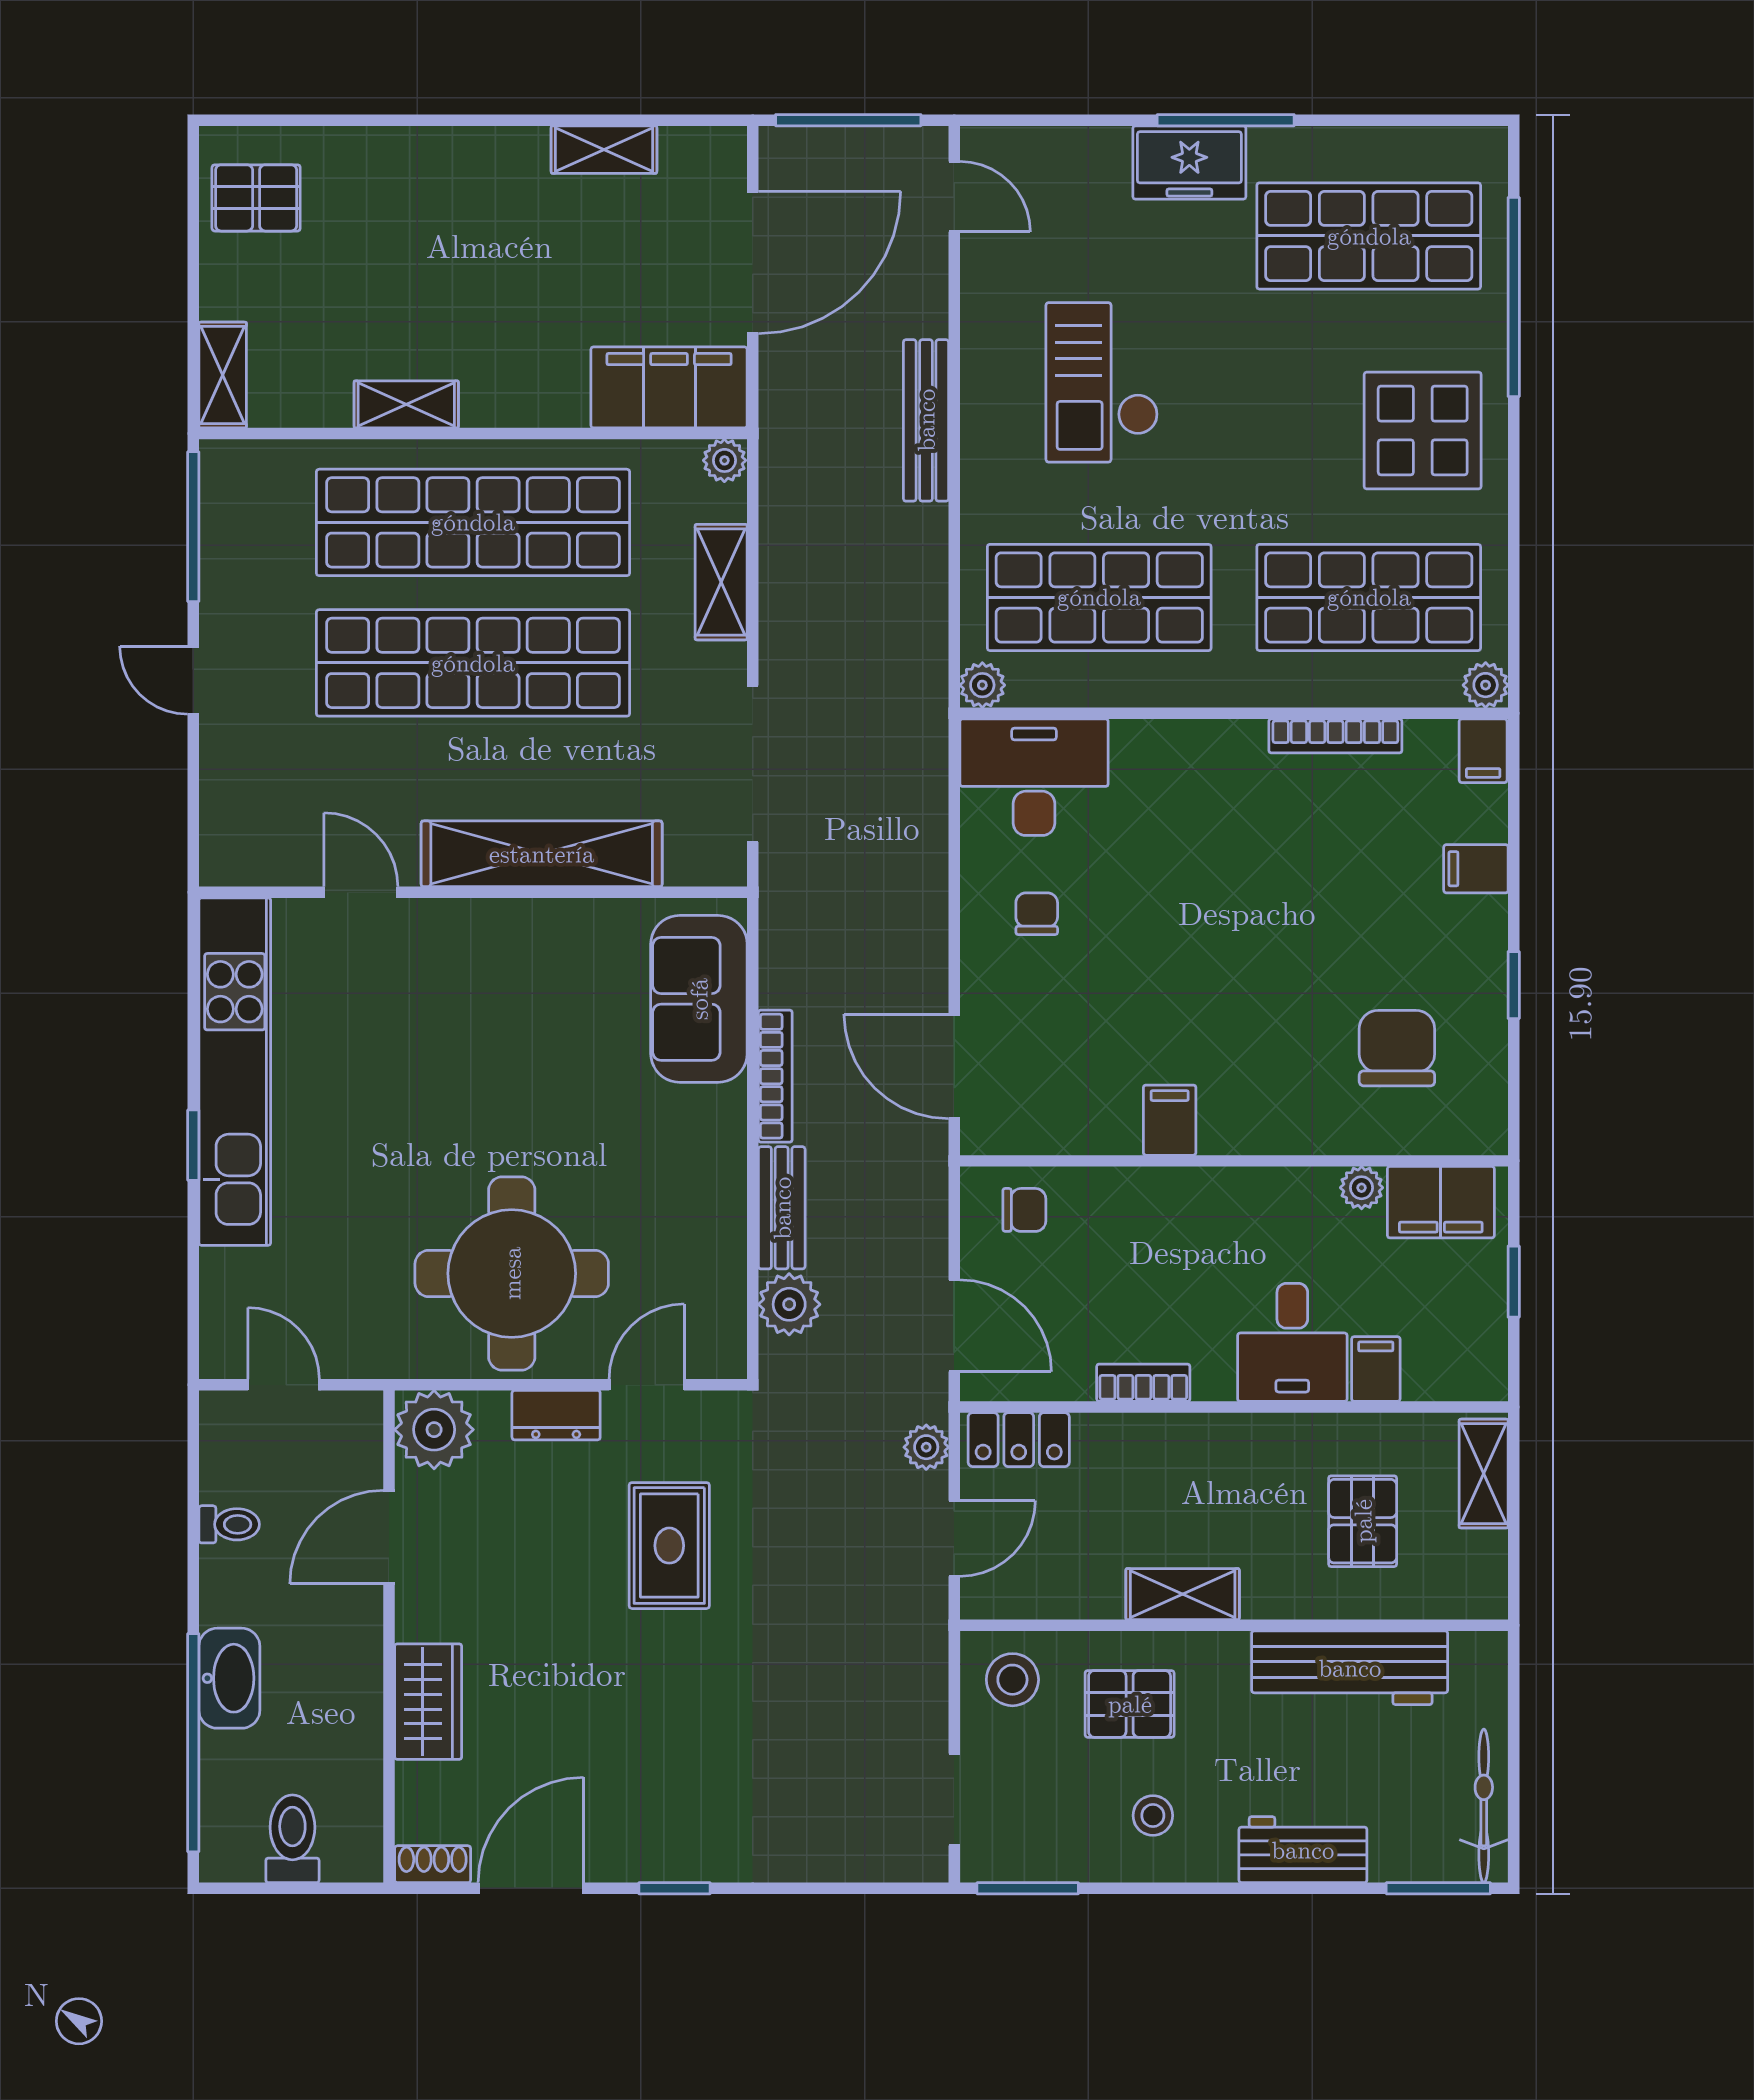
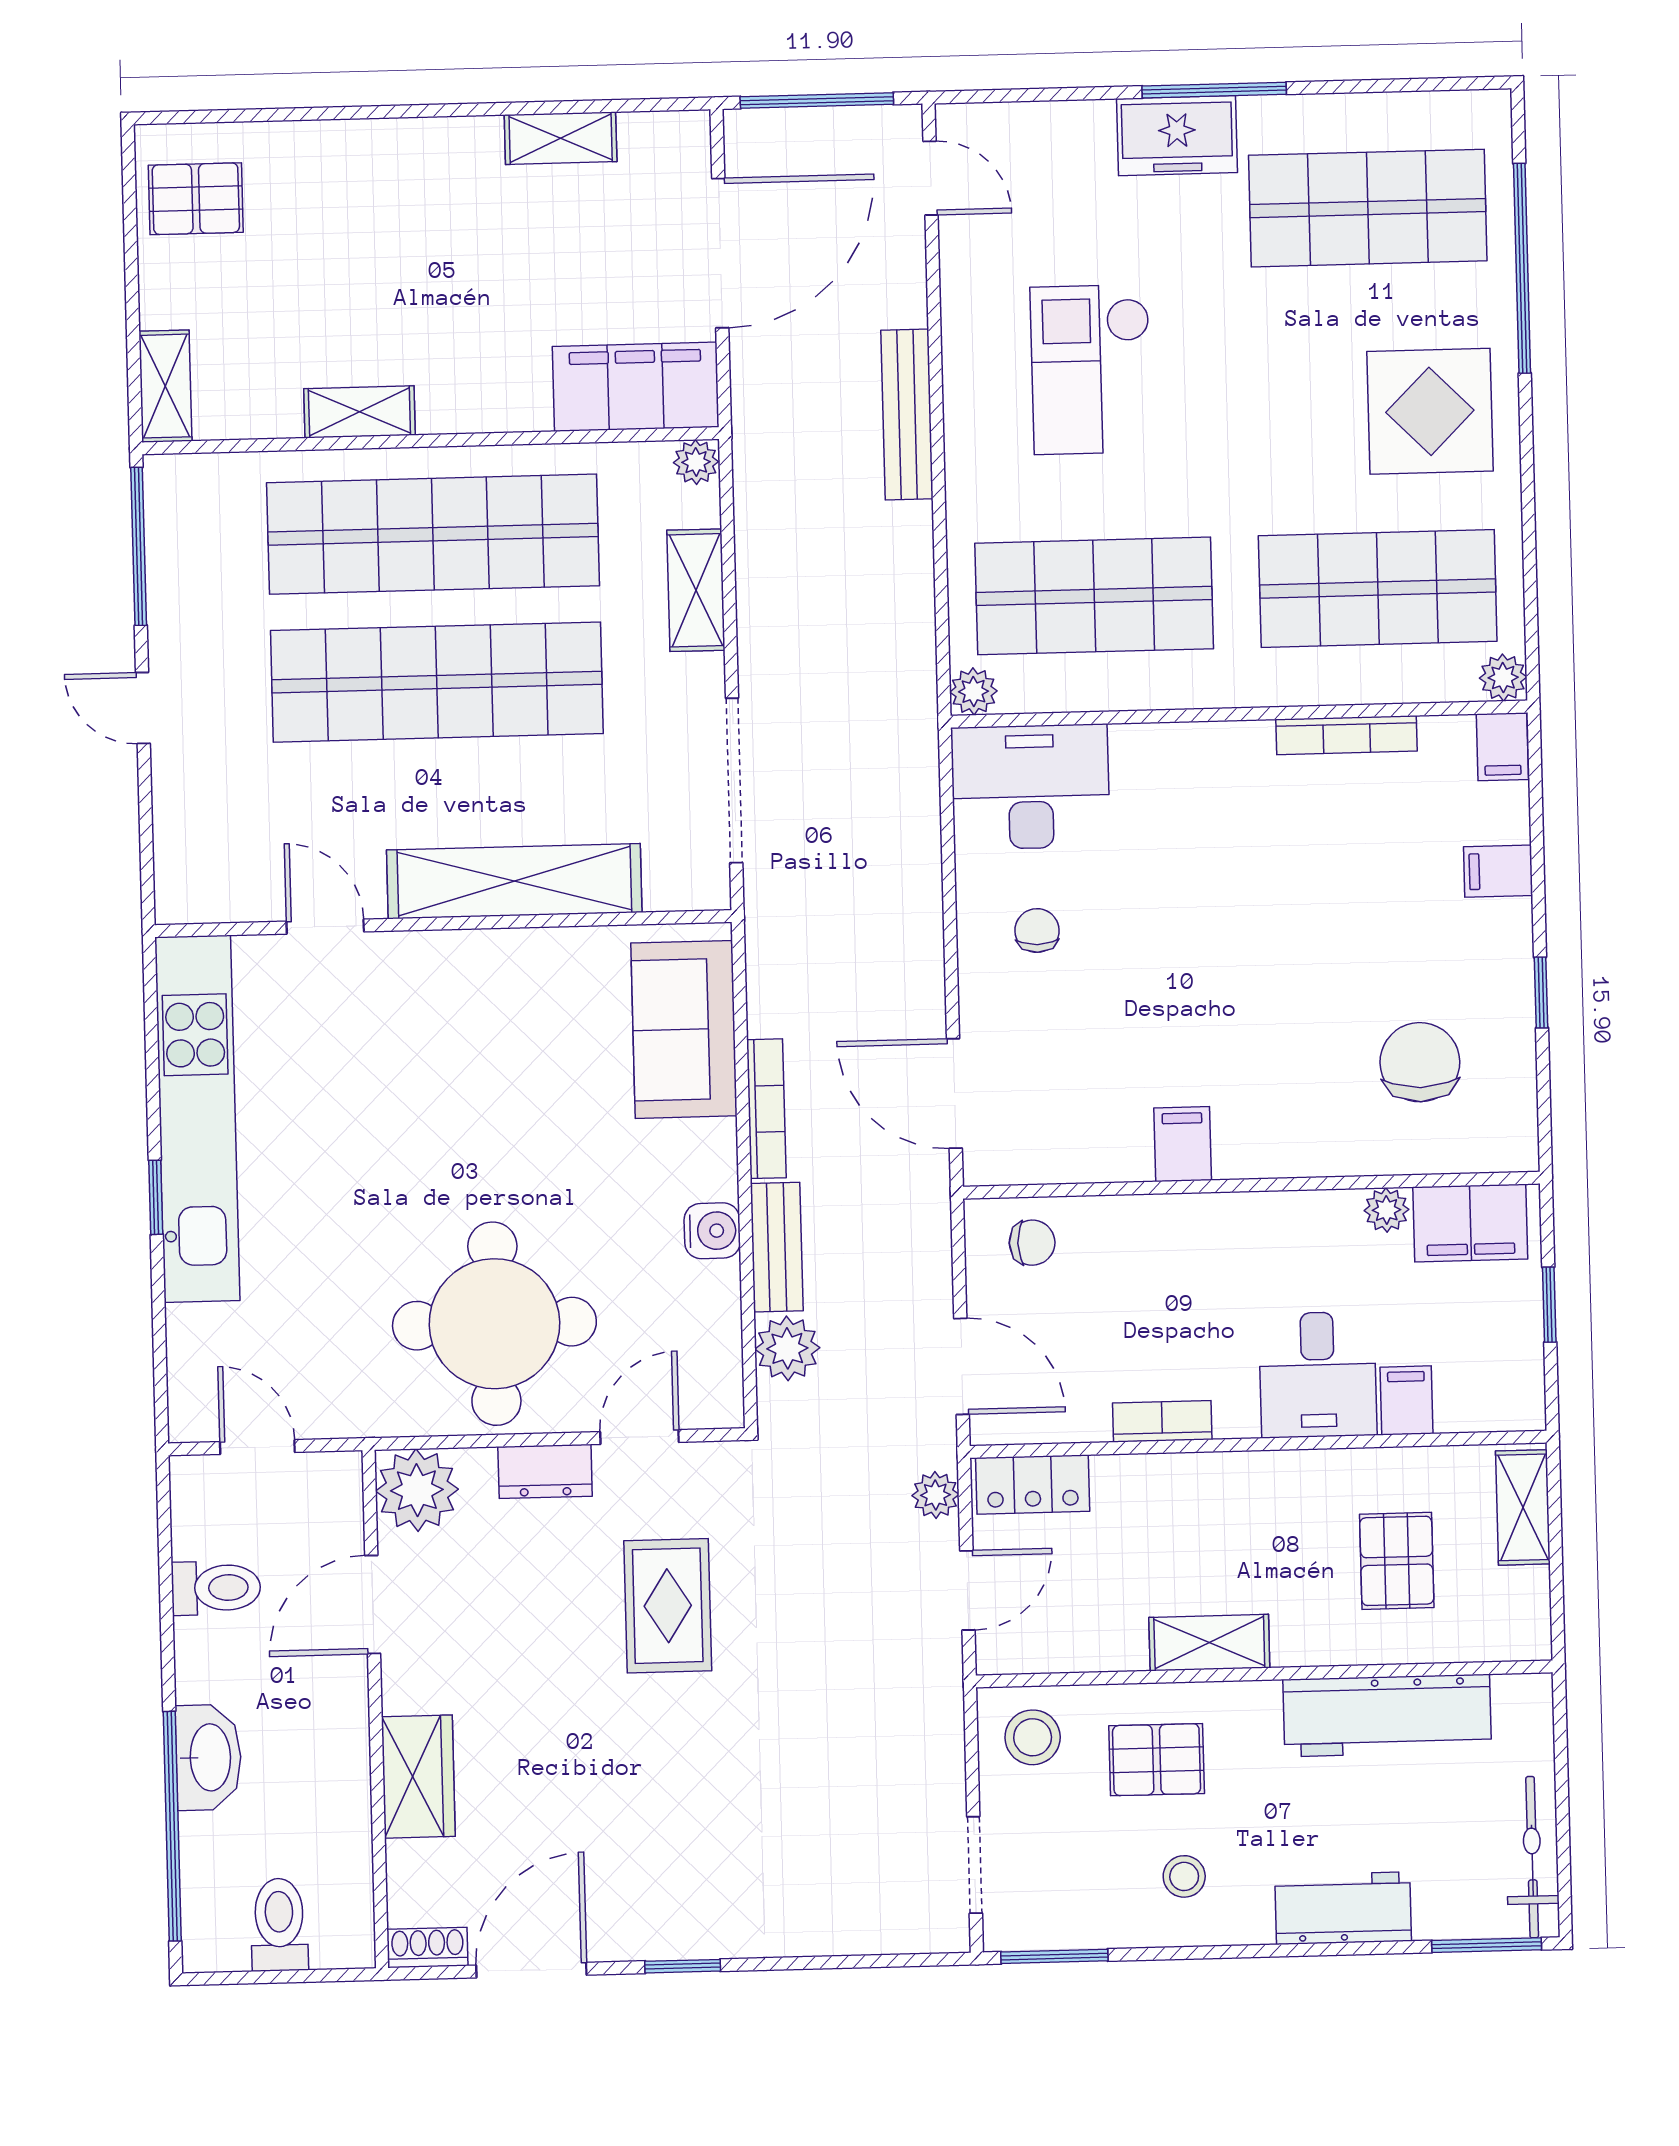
water cooler: (721, 1191) -> (712, 1231), added
toilet: (229, 1524) -> (216, 1588), width x1.37, depth x1.39

